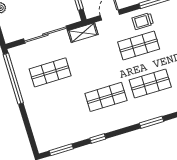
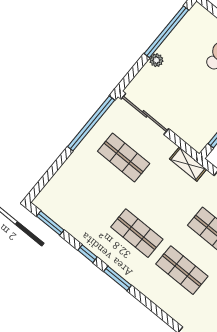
sliding door: (45, 35) -> (145, 114), moved
window: (152, 122) -> (118, 278), moved

